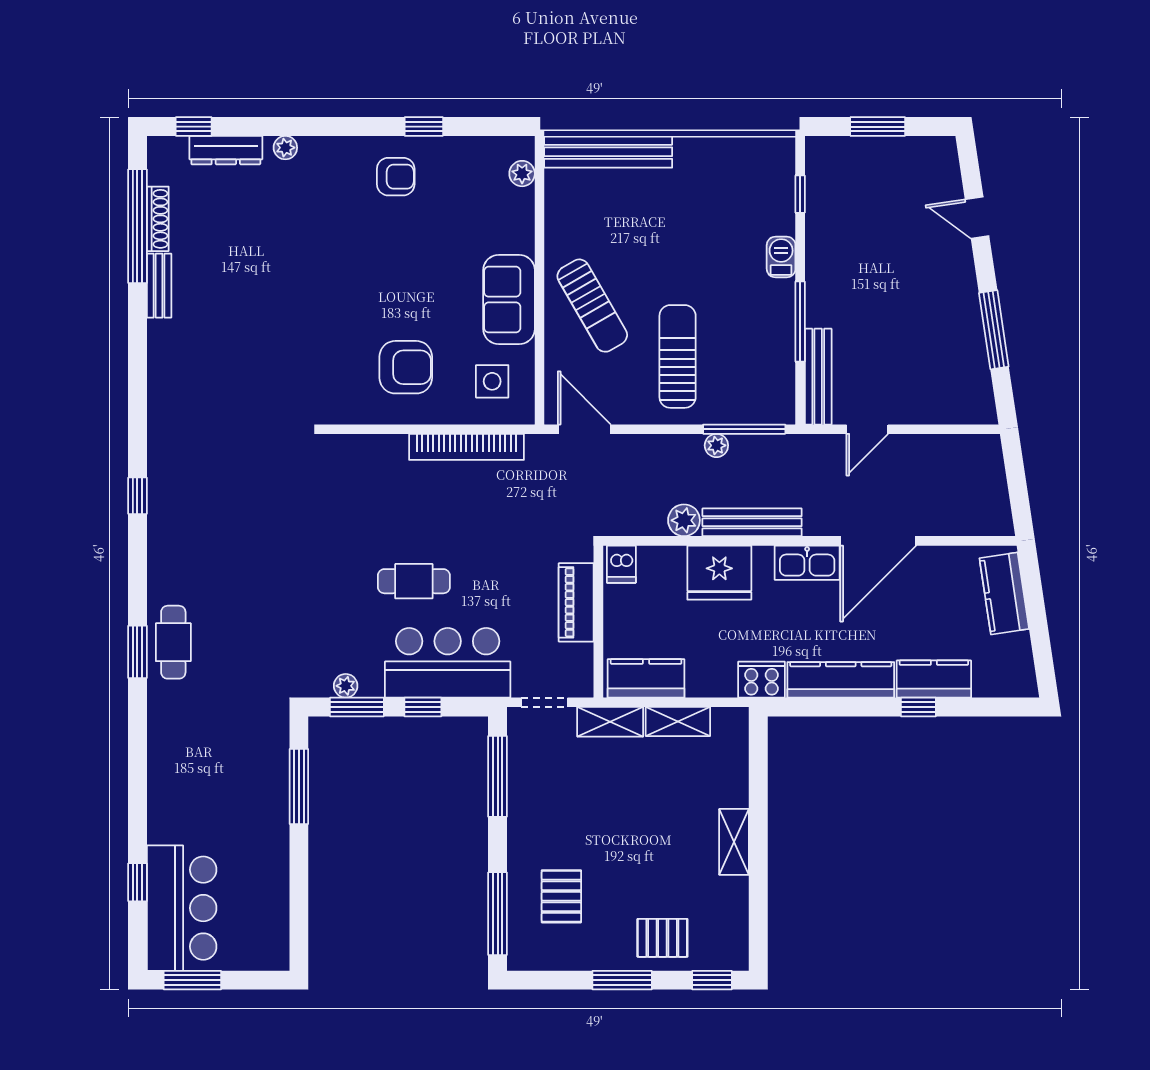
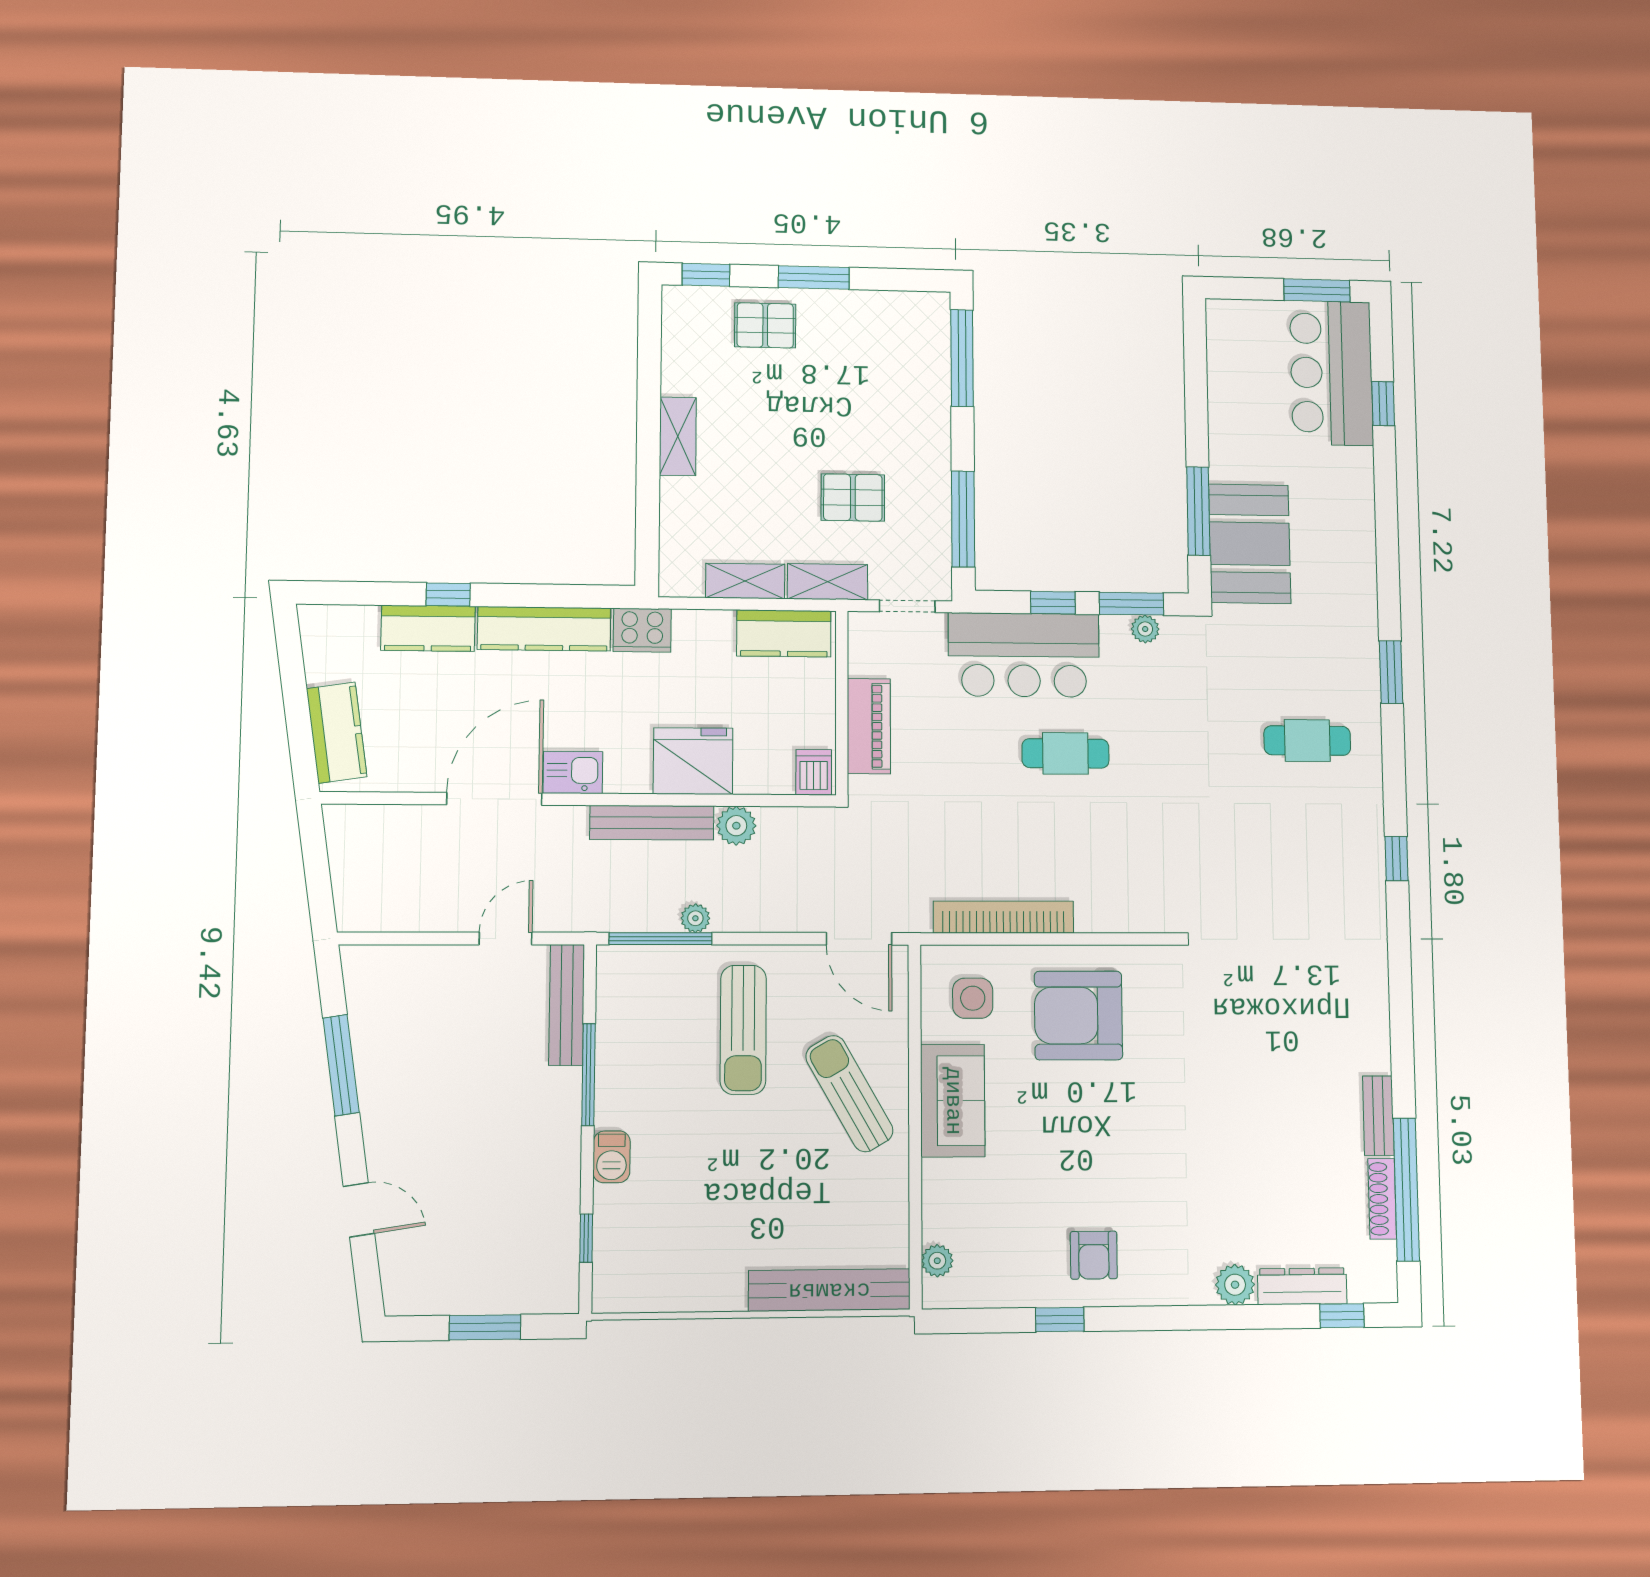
plant: (285, 148) -> (1235, 1285), width x1.38, depth x1.38
armchair: (396, 177) -> (1094, 1255), turned -90
armchair: (406, 367) -> (1078, 1016), width x1.36, depth x1.36
kitchen sink: (807, 563) -> (573, 772), width x0.73
cafe table: (173, 642) -> (1307, 741), moved, turned 90
booth: (256, 759) -> (1250, 544), added
pallet: (561, 896) -> (853, 498), moved, turned 90

